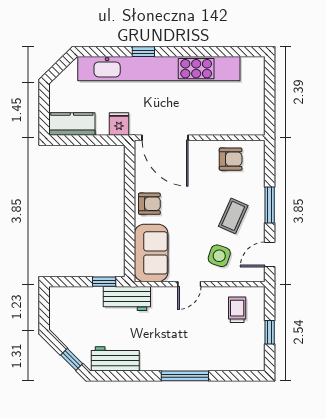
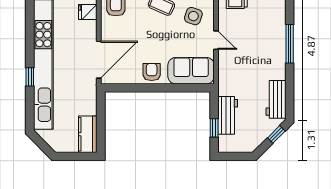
fridge: (119, 124) -> (88, 12), moved
window: (104, 282) -> (214, 128), moved
workbench: (127, 299) -> (228, 115), moved

